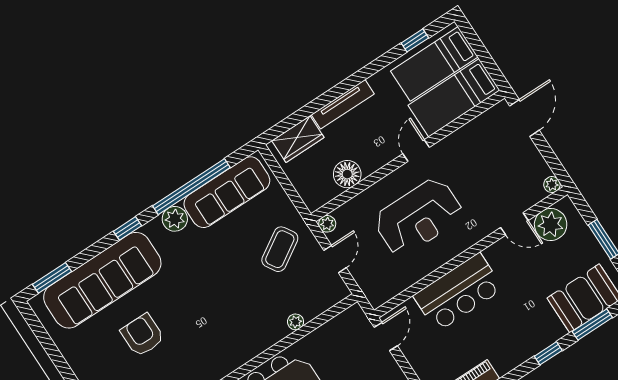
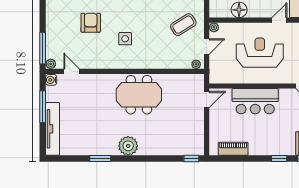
reception desk: (419, 217) -> (260, 53), turned 180
plant: (296, 322) -> (196, 64), moved
side table: (208, 325) -> (125, 39), added

